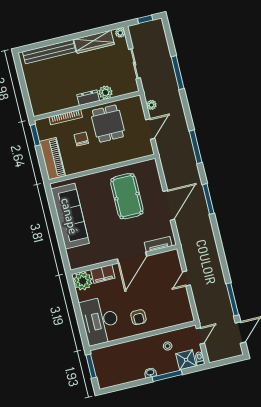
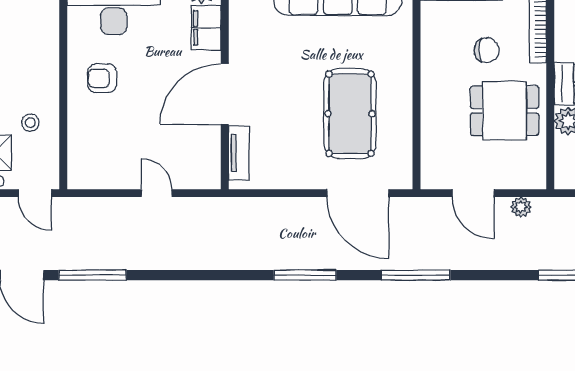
pool table: (127, 196) -> (350, 114), turned 90
door: (169, 205) -> (358, 193), moved
door: (132, 258) -> (225, 94), hinge flipped

